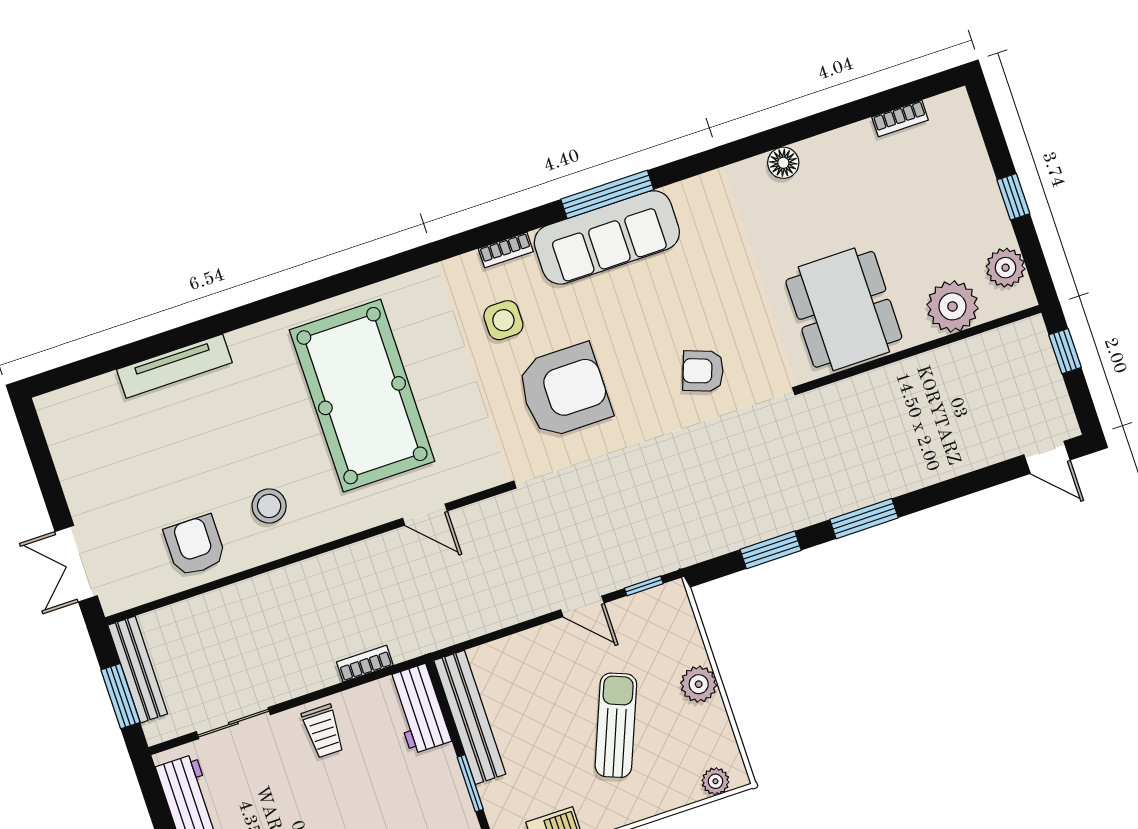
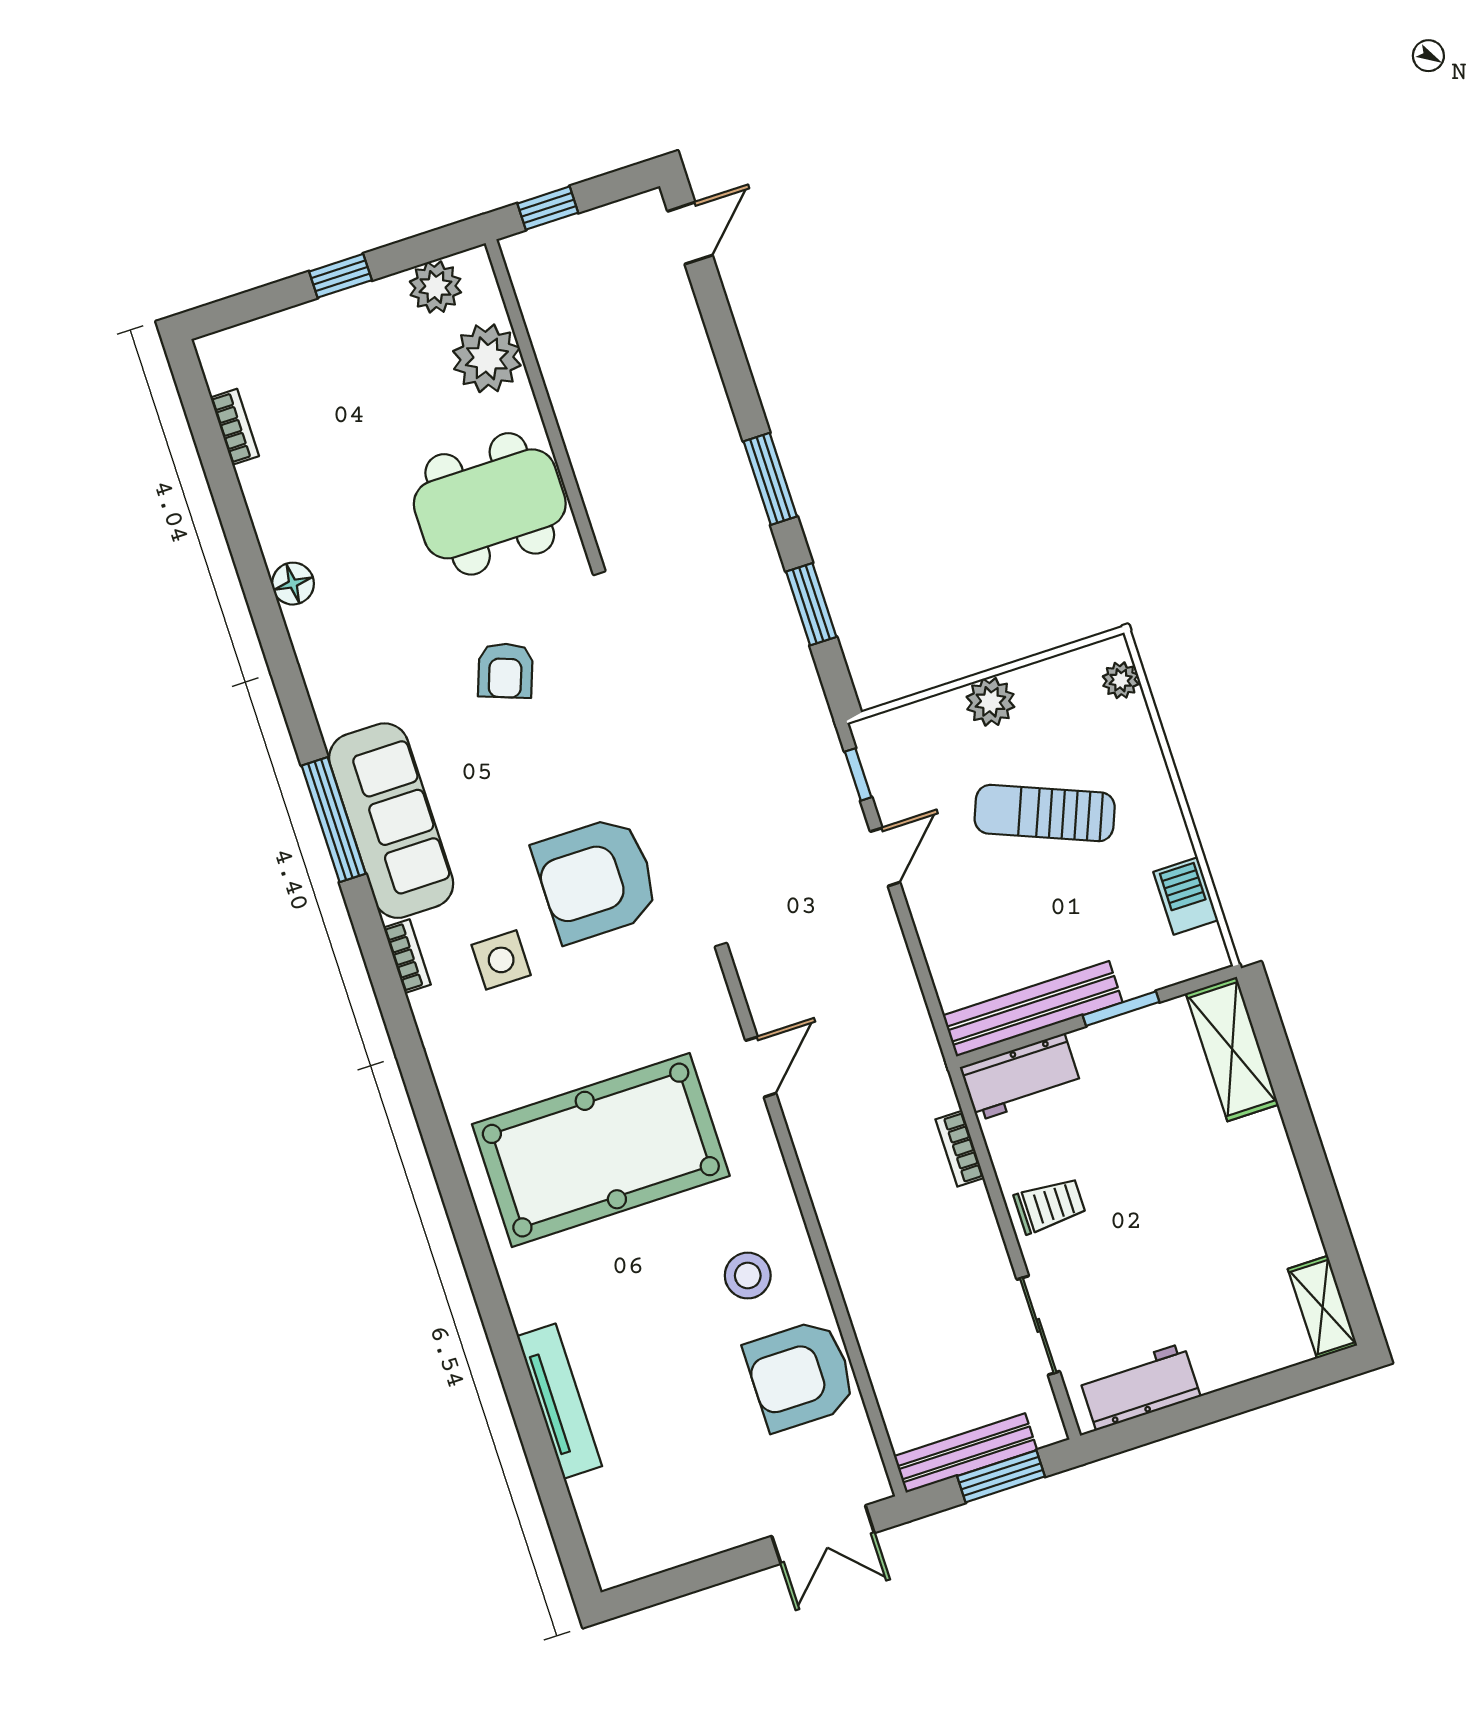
armchair: (703, 371) -> (505, 671), moved
armchair: (564, 391) -> (596, 879), turned -90
armchair: (195, 546) -> (800, 1375), width x1.36, depth x1.36

